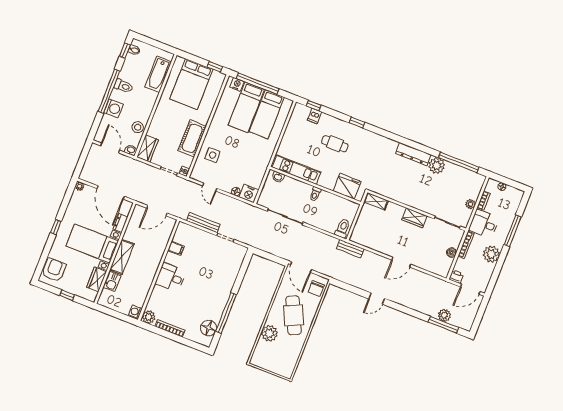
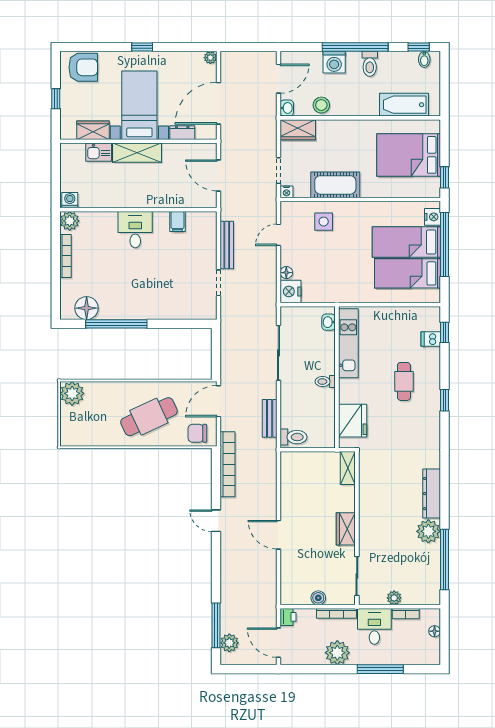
bench: (350, 249) -> (270, 418), moved
bookcase: (344, 277) -> (228, 464), added
plant: (444, 315) -> (229, 643), moved
plant: (269, 333) -> (72, 393), moved

